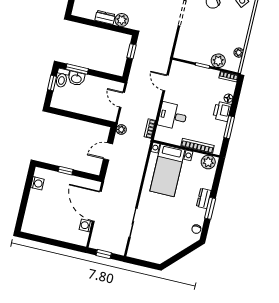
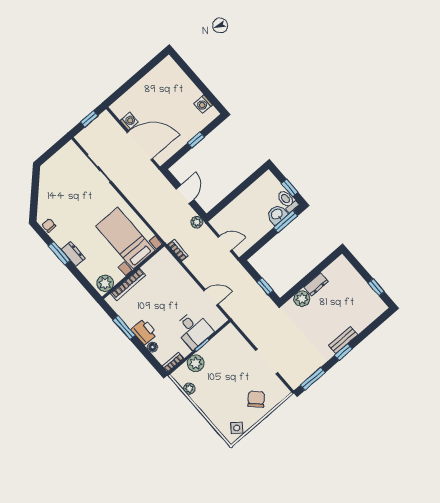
desk: (173, 116) -> (194, 330), moved, turned 90

